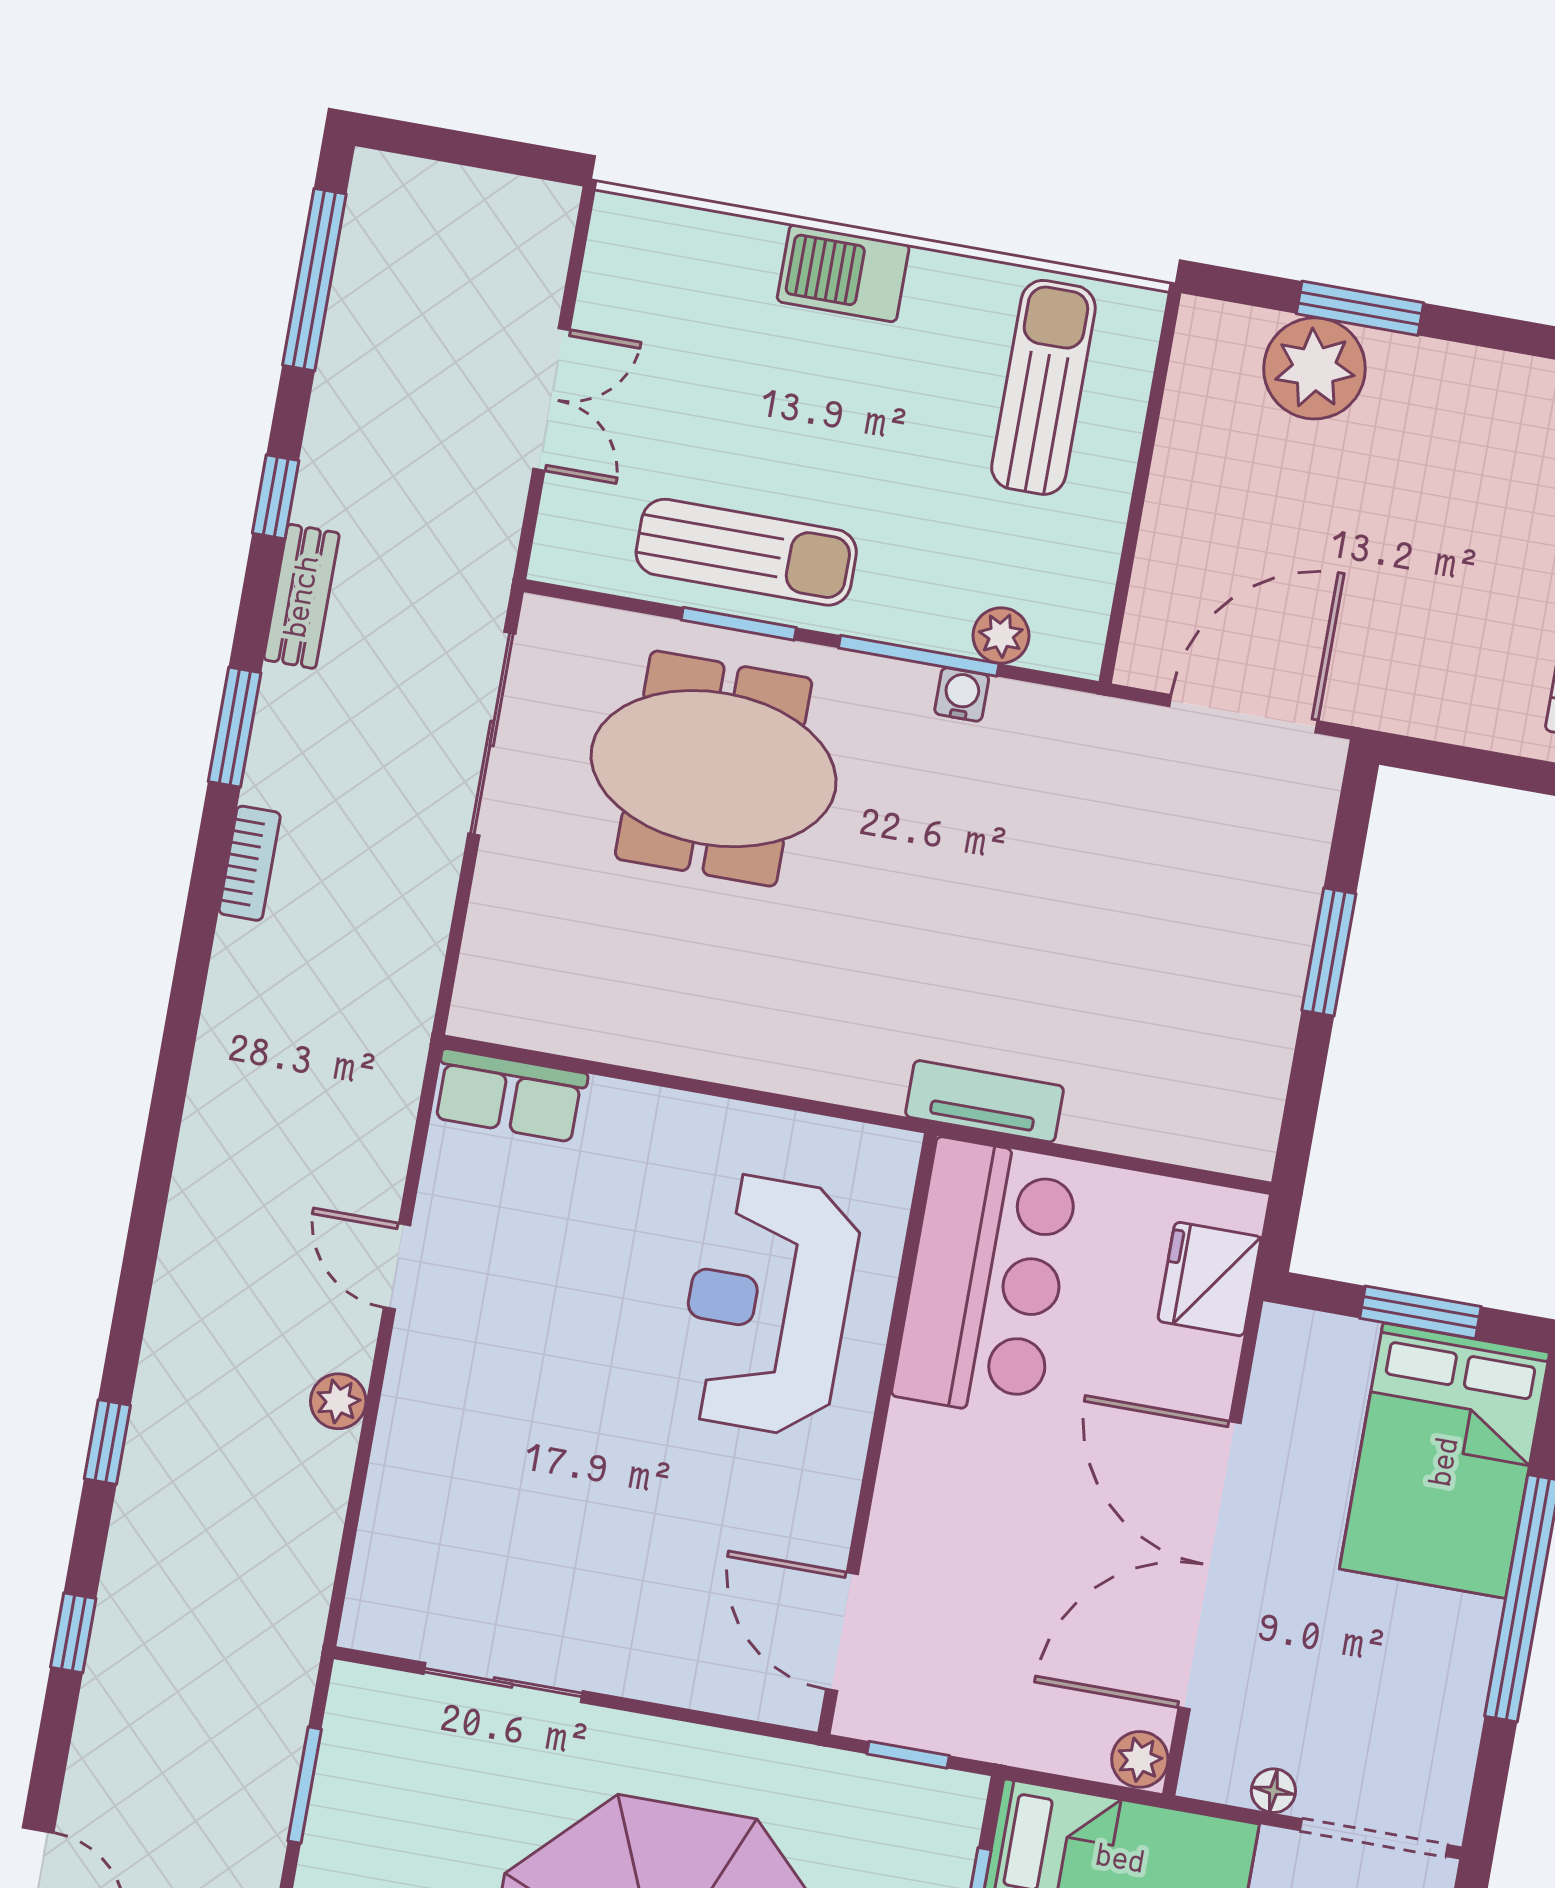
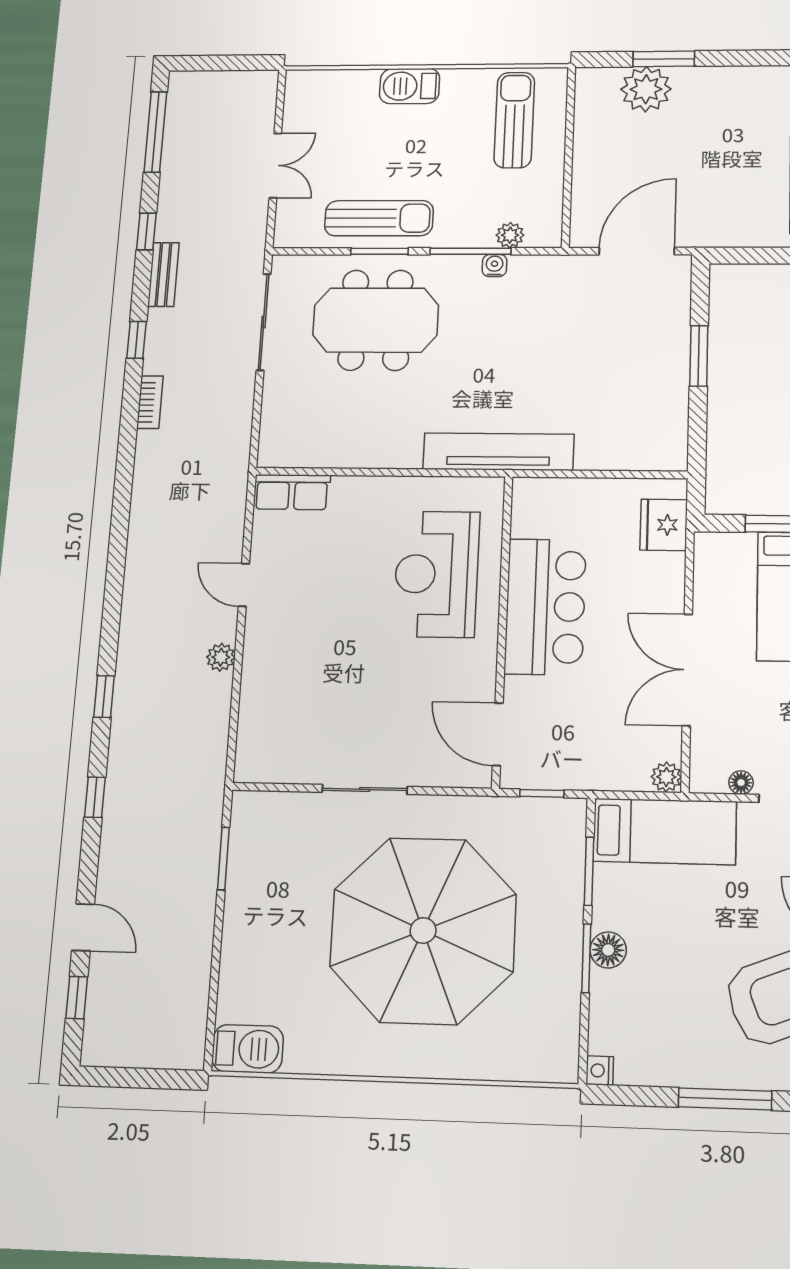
window: (235, 727) -> (137, 340), width x0.67
tv unit: (984, 1101) -> (498, 452), width x1.92, depth x1.29
bar counter: (986, 1279) -> (545, 607), moved
double door: (1210, 1565) -> (687, 670), width x0.73
sliding door: (503, 1683) -> (365, 789), moved

